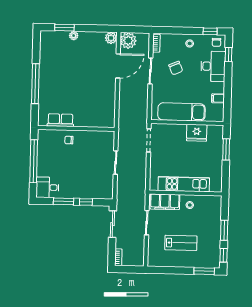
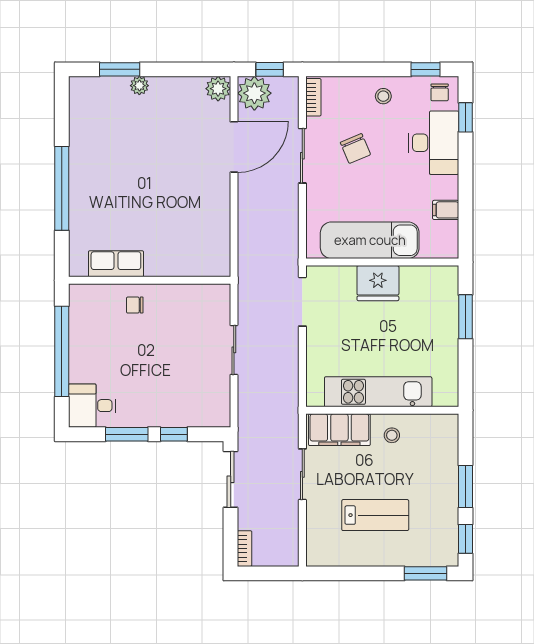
window: (136, 29) -> (270, 69), added
fridge: (197, 133) -> (378, 283), moved

